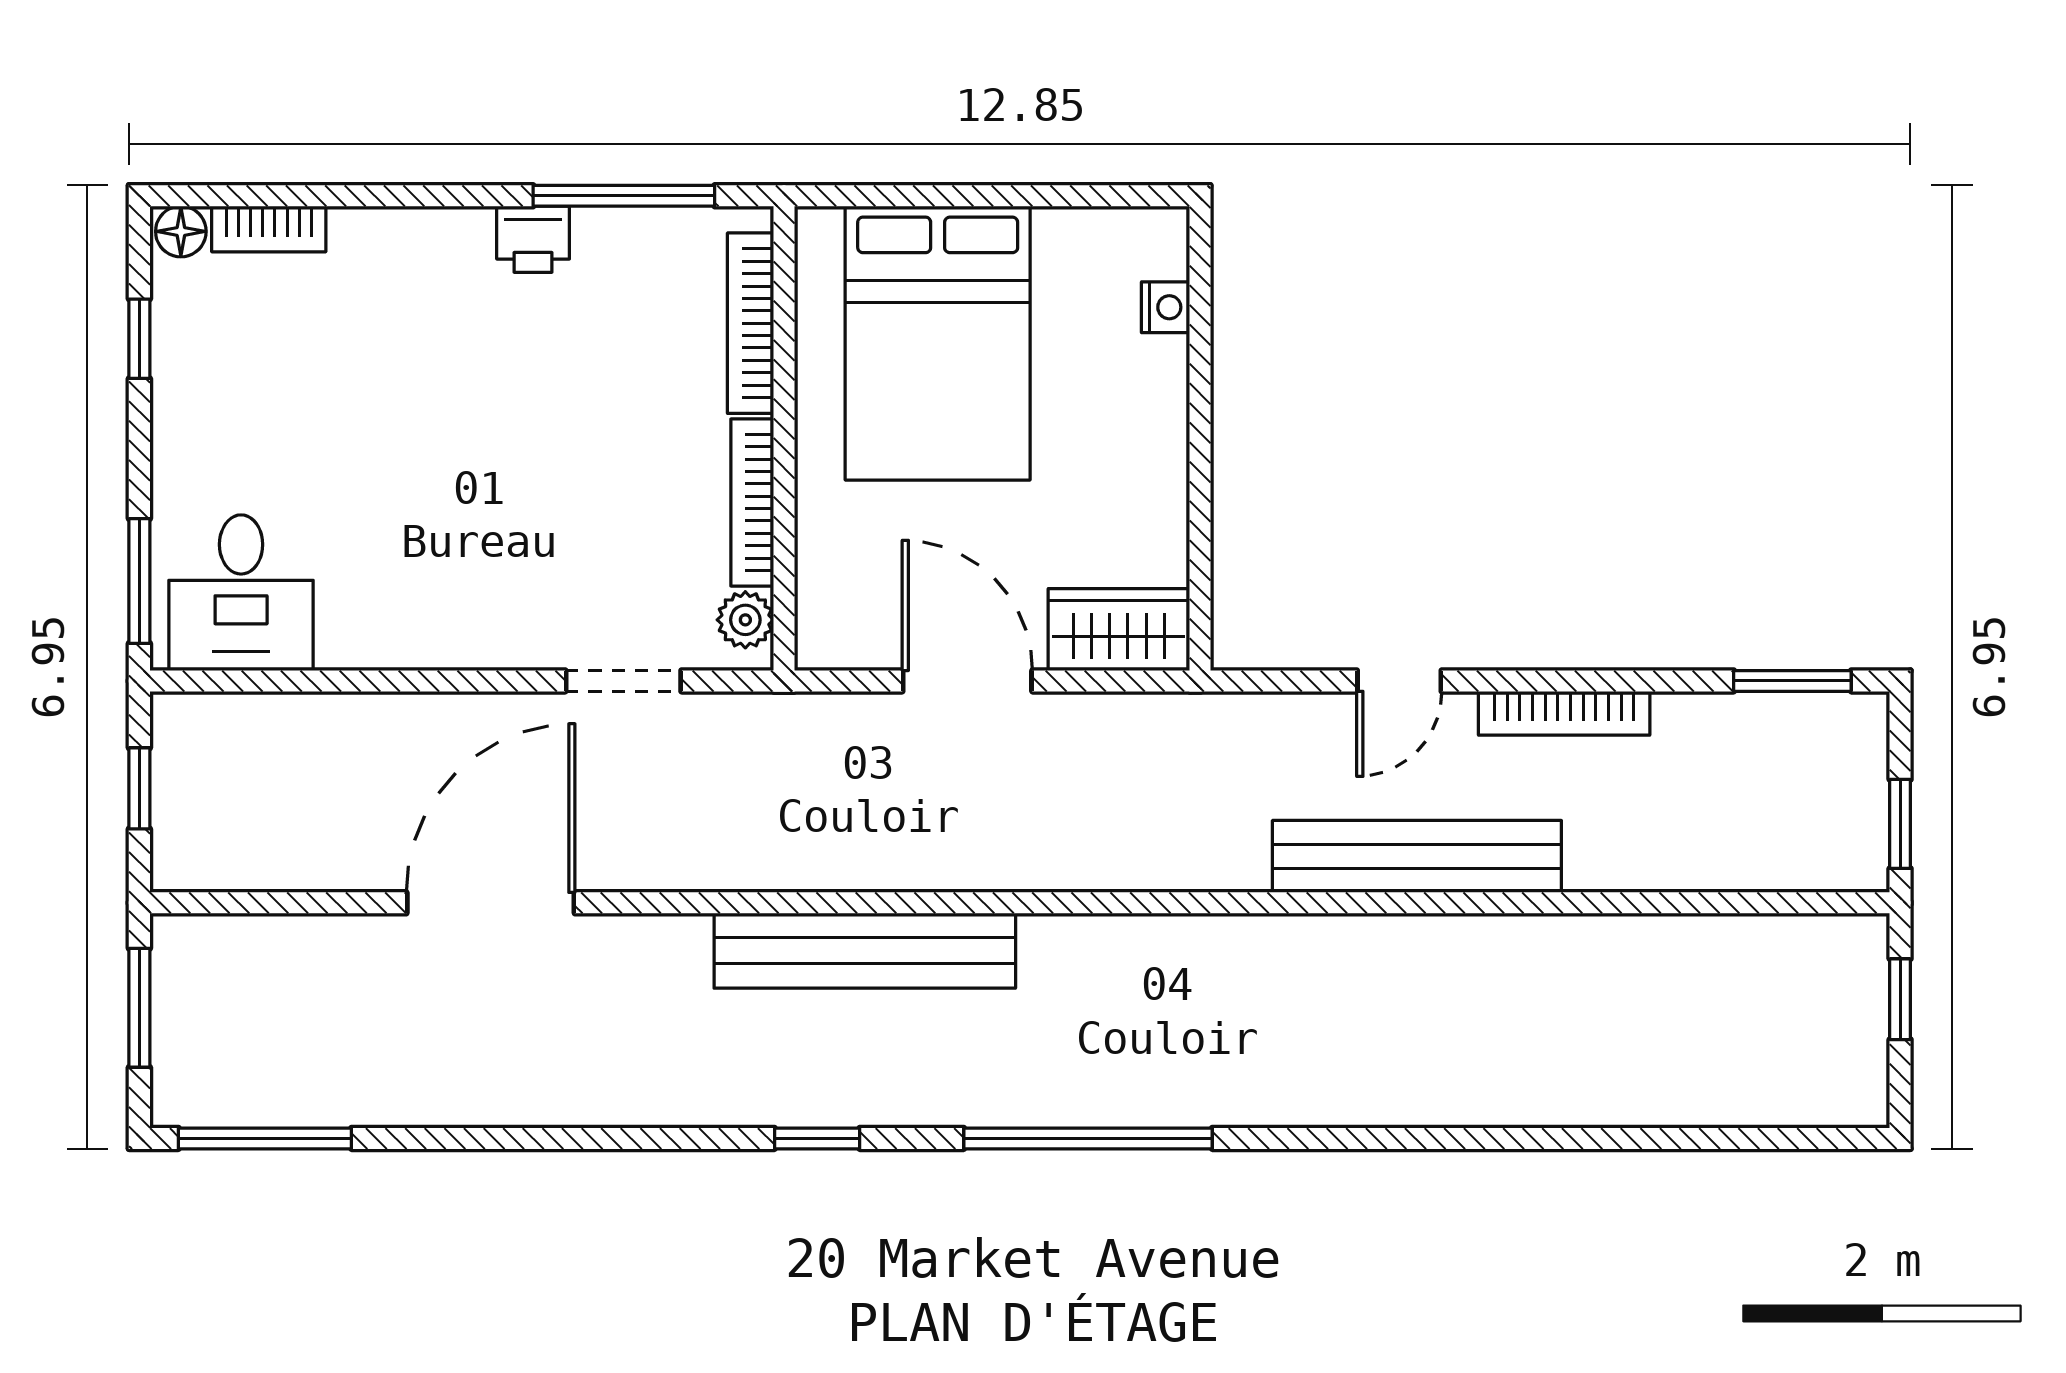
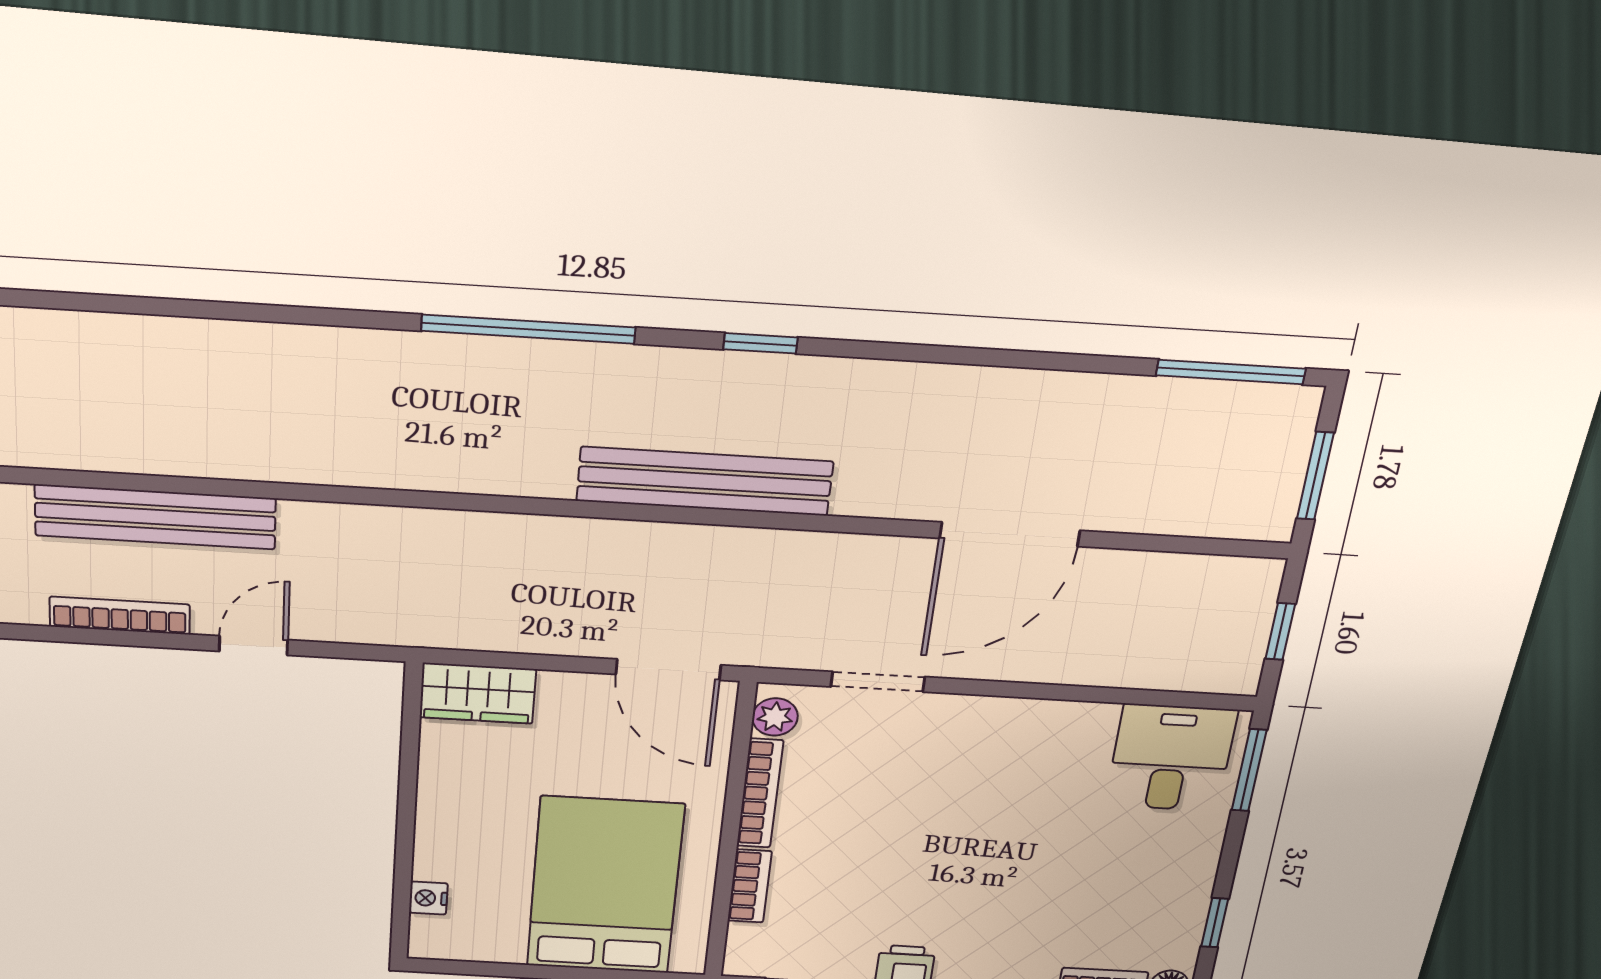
bookcase: (751, 323) -> (750, 886), width x0.64
door: (967, 681) -> (668, 670), moved
bench: (1417, 856) -> (155, 517), moved

